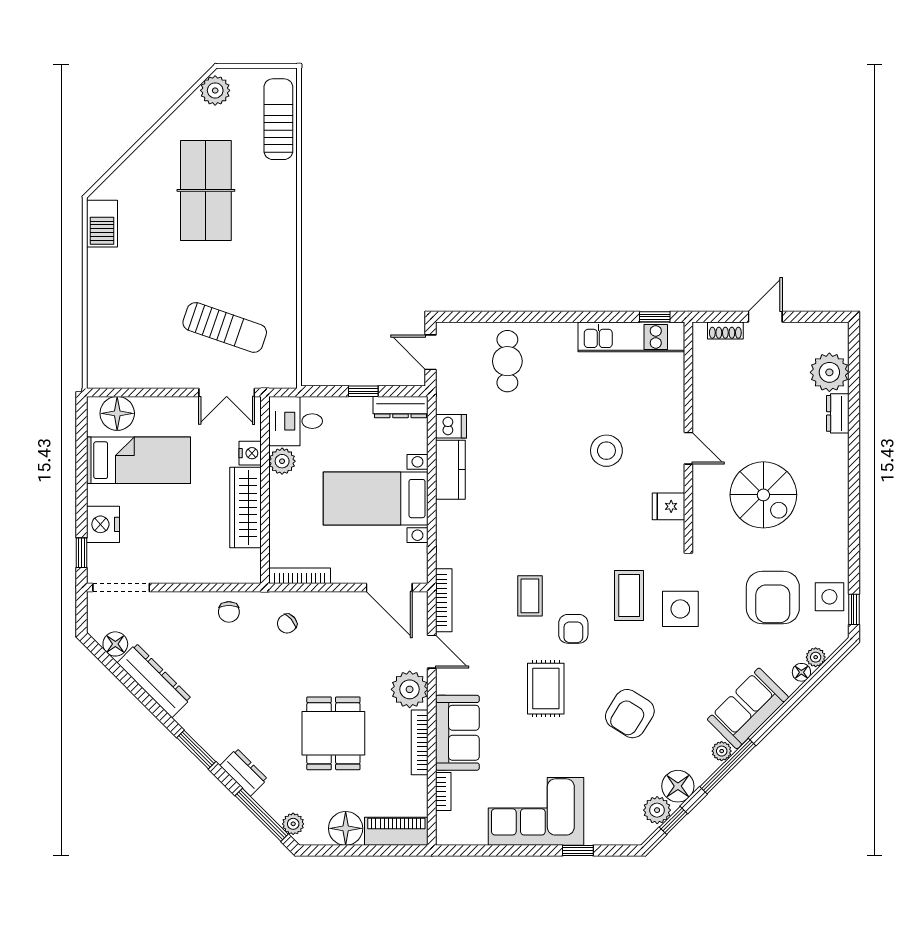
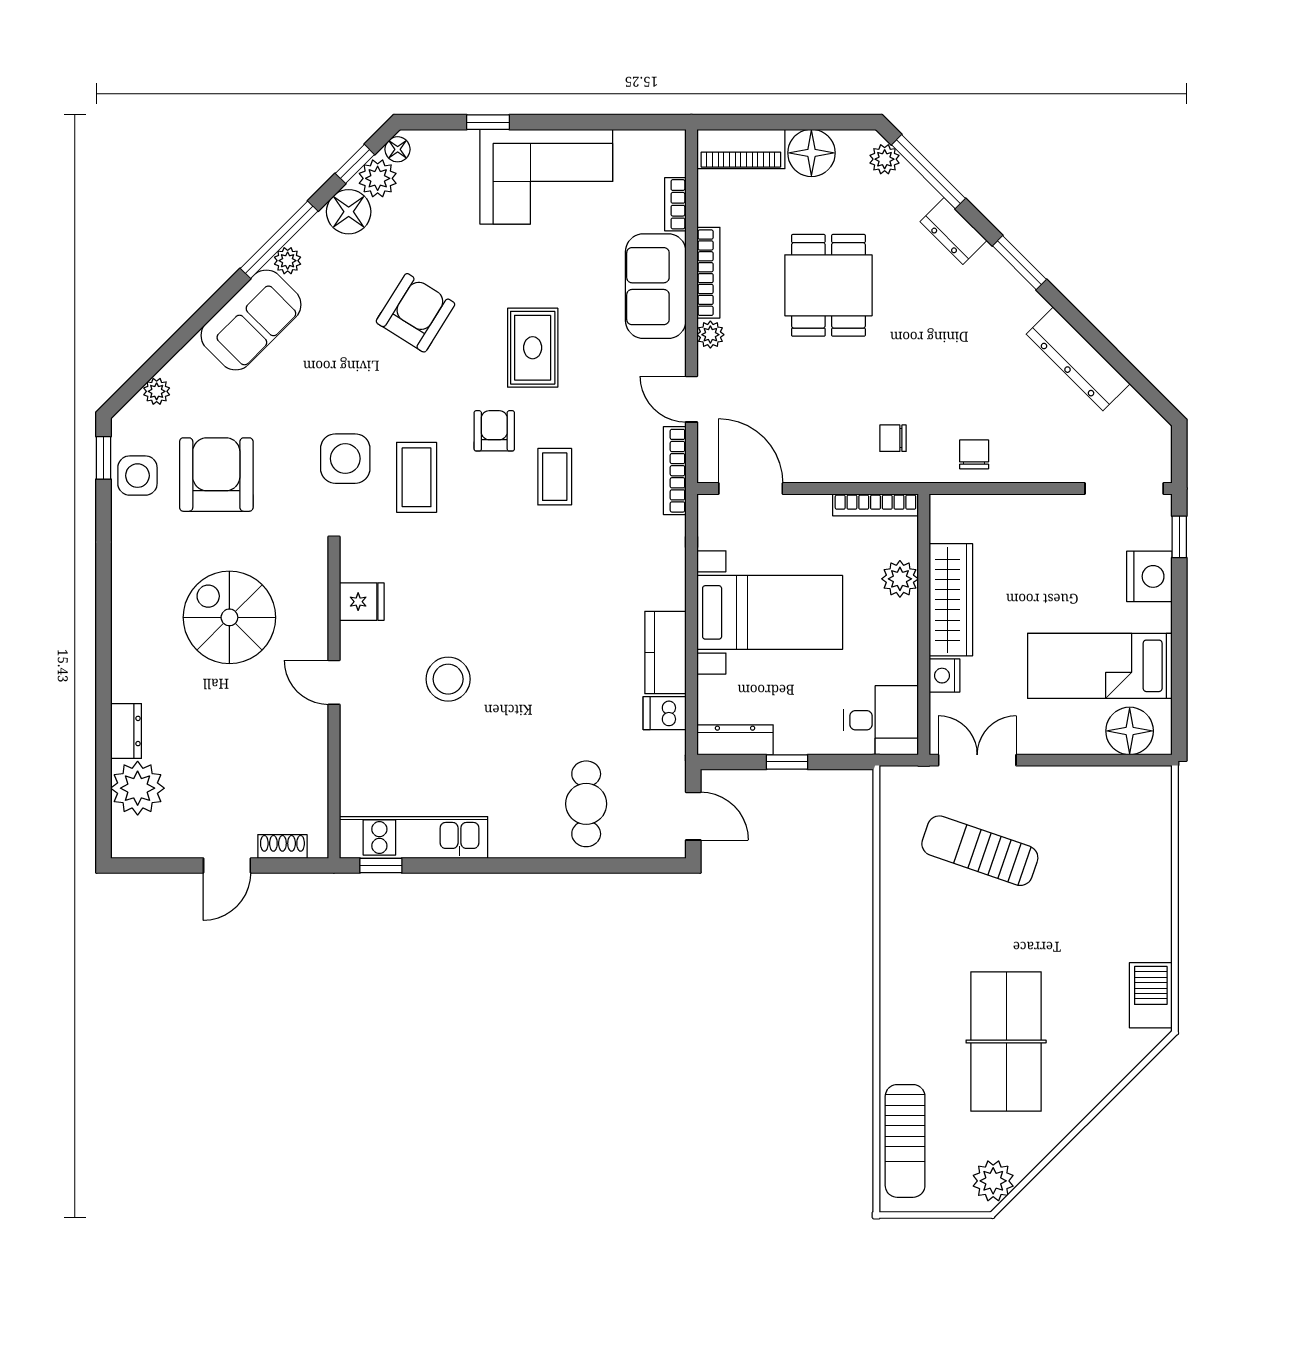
plant: (282, 461) -> (900, 579), moved
chair: (287, 624) -> (893, 438), turned -140
floor lamp: (115, 644) -> (1132, 410), removed
floor lamp: (801, 672) -> (398, 149), moved
plant: (410, 689) -> (710, 335), width x0.53, depth x0.53

